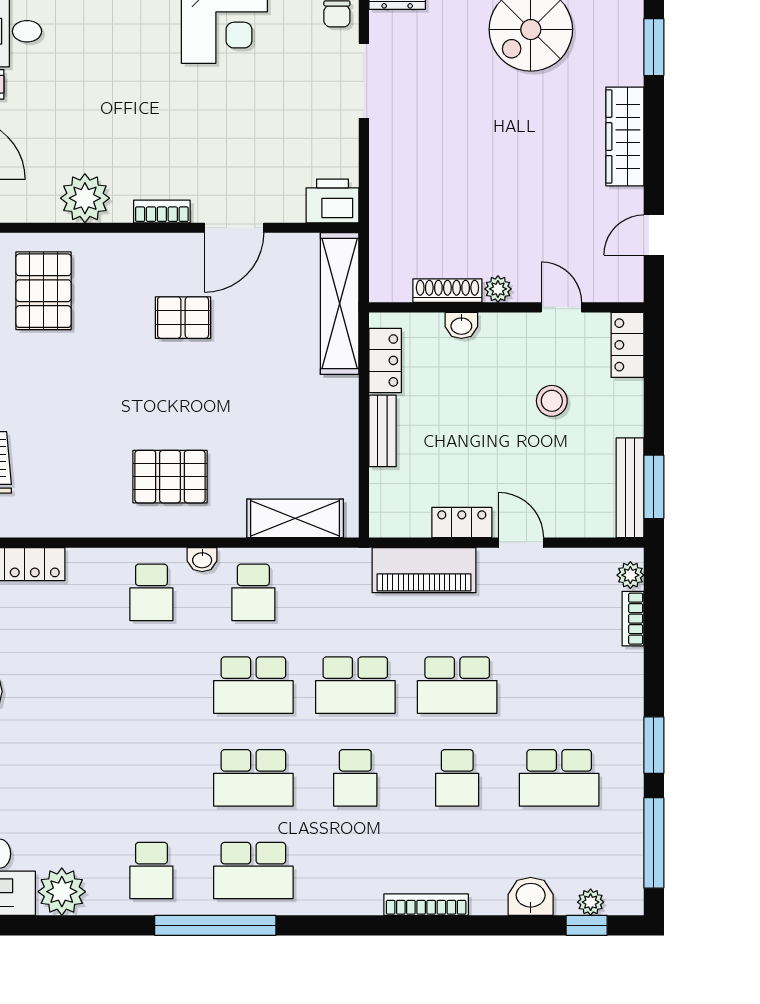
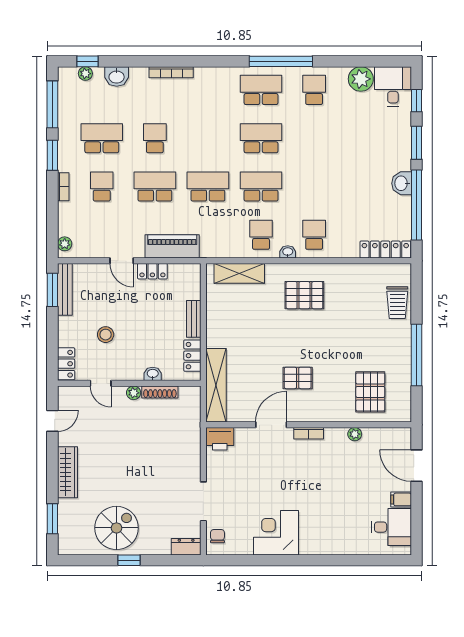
plant: (85, 198) -> (355, 434), width x0.53, depth x0.53
bookcase: (633, 619) -> (63, 187), moved
school desk: (355, 778) -> (102, 187), moved

